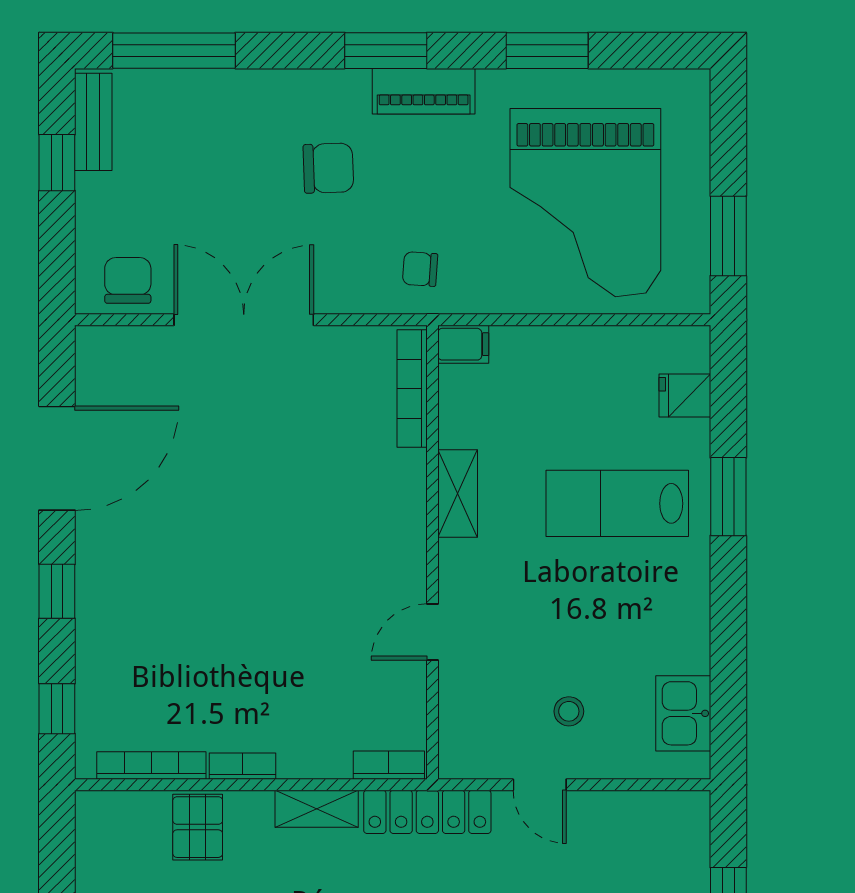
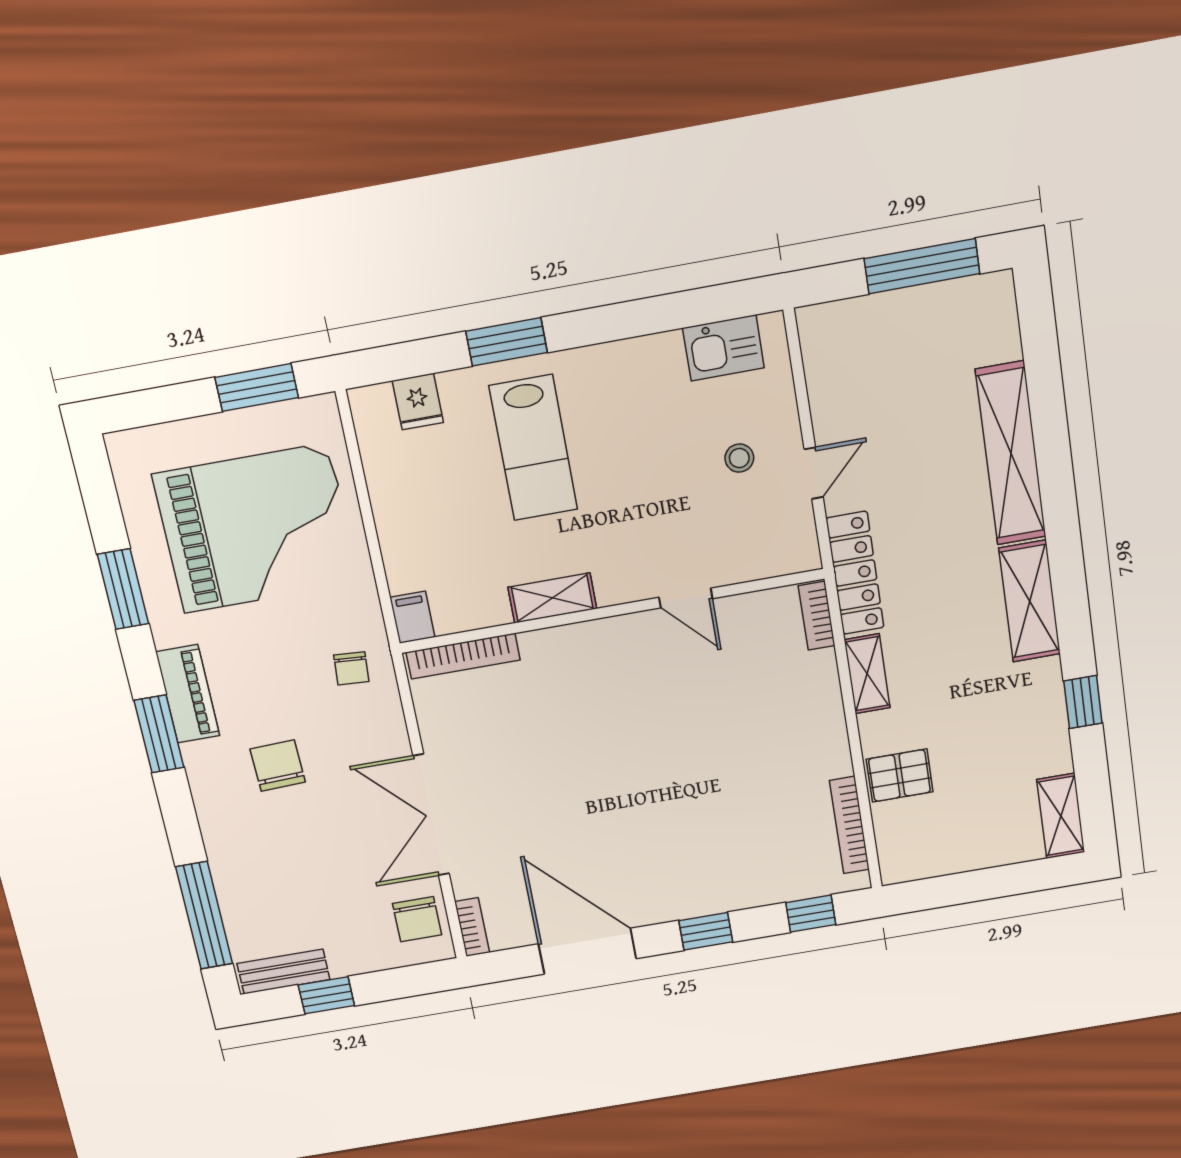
chair: (128, 280) -> (417, 919), turned -90
bookcase: (243, 766) -> (472, 927), moved, turned 180

